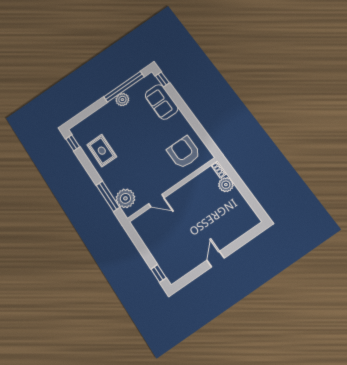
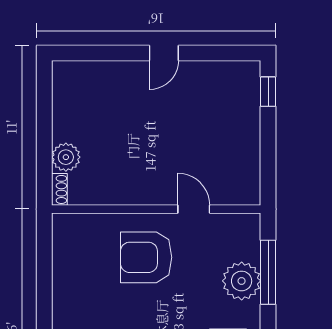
armchair: (184, 152) -> (146, 257), moved, turned 90
plant: (125, 198) -> (242, 281), moved

